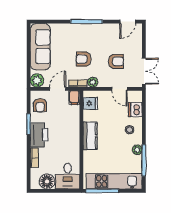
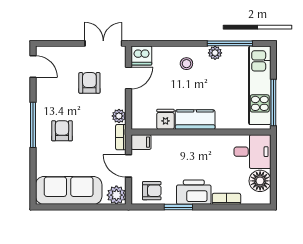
armchair: (84, 59) -> (62, 131), moved, turned 180
fridge: (90, 103) -> (165, 119), moved
dishwasher: (135, 110) -> (141, 56), moved

